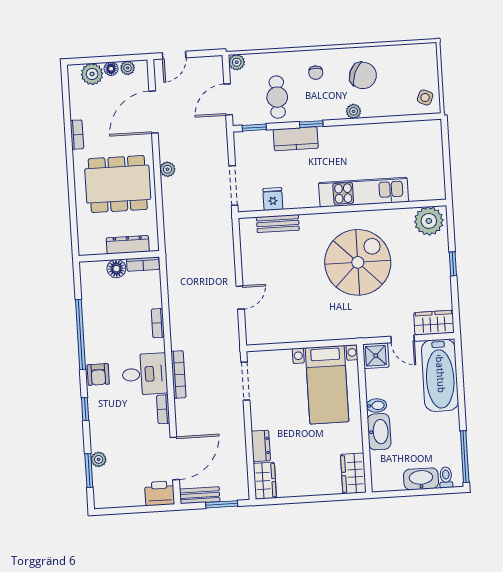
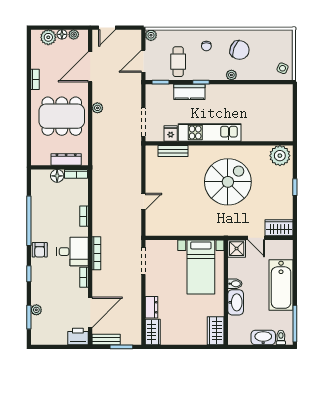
kitchen unit: (364, 192) -> (210, 132), moved
bathtub: (440, 375) -> (281, 285), moved

